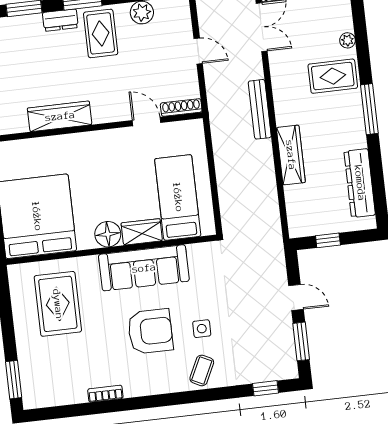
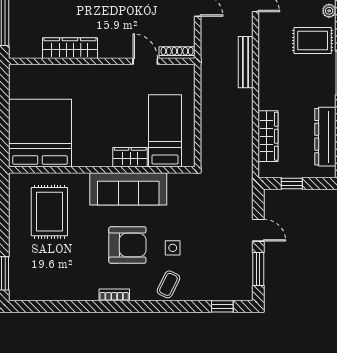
wardrobe: (291, 155) -> (268, 136), moved
floor lamp: (108, 234) -> (100, 156), removed
bookcase: (105, 394) -> (114, 295), moved

